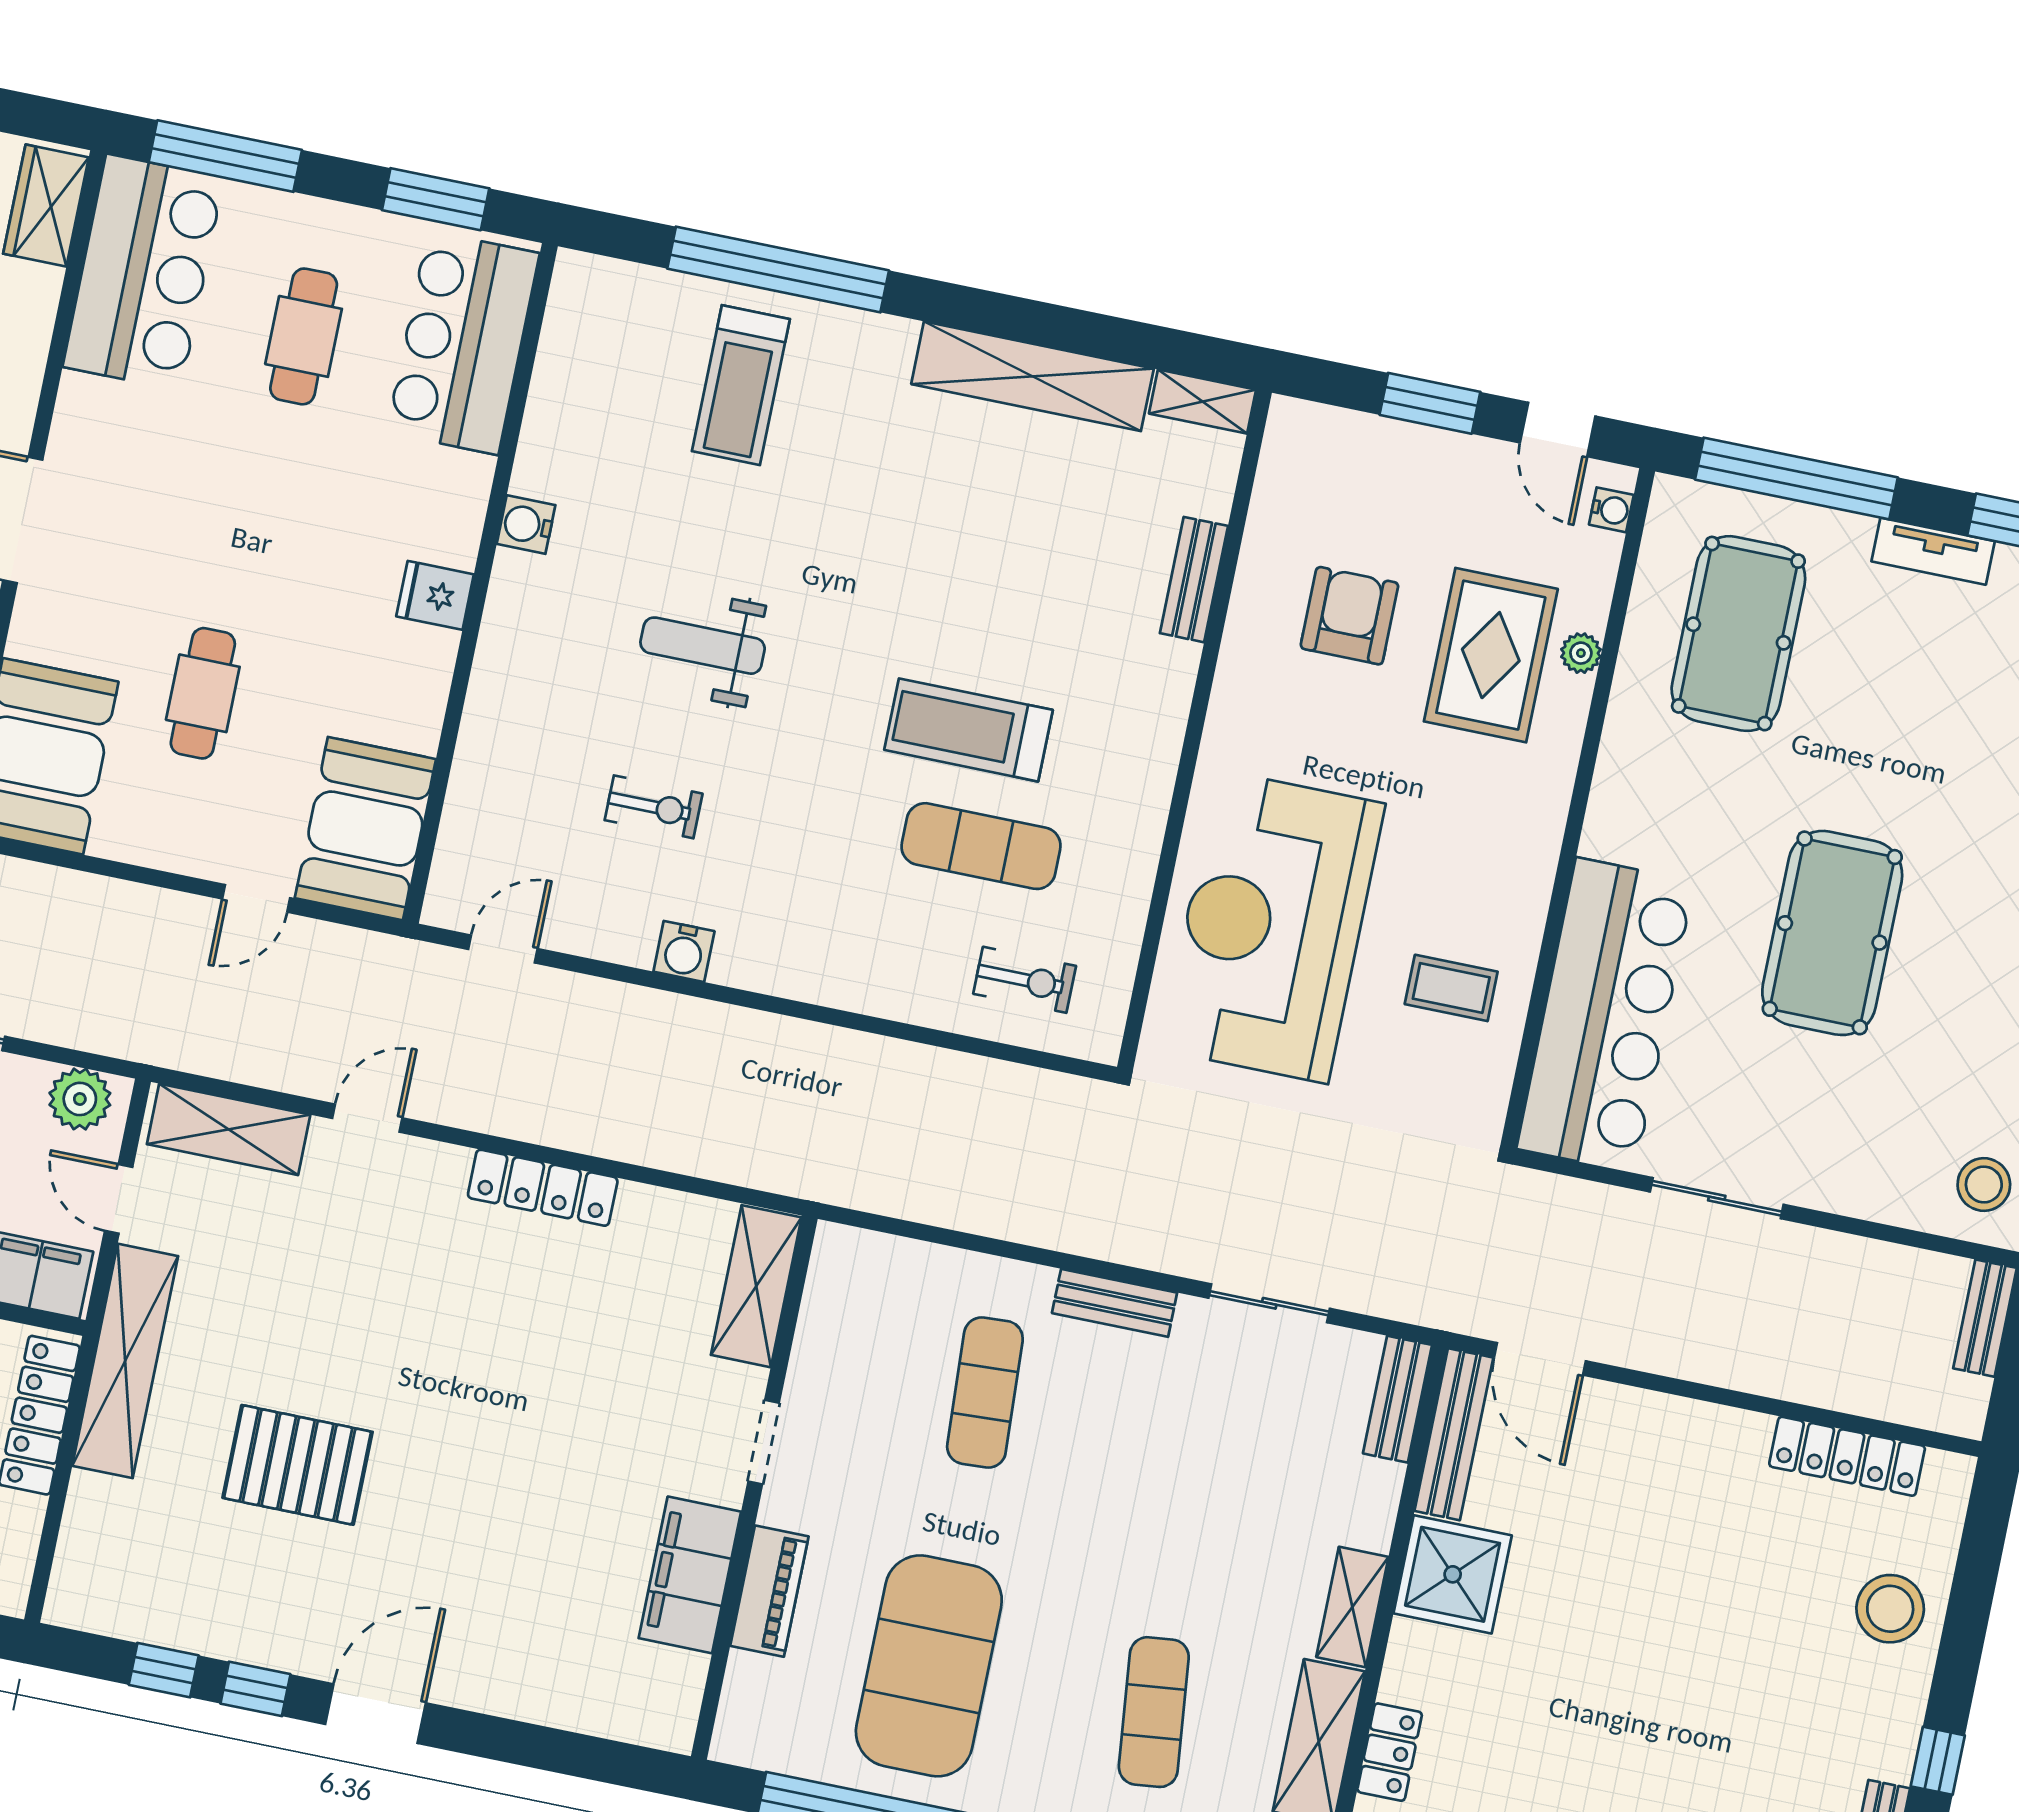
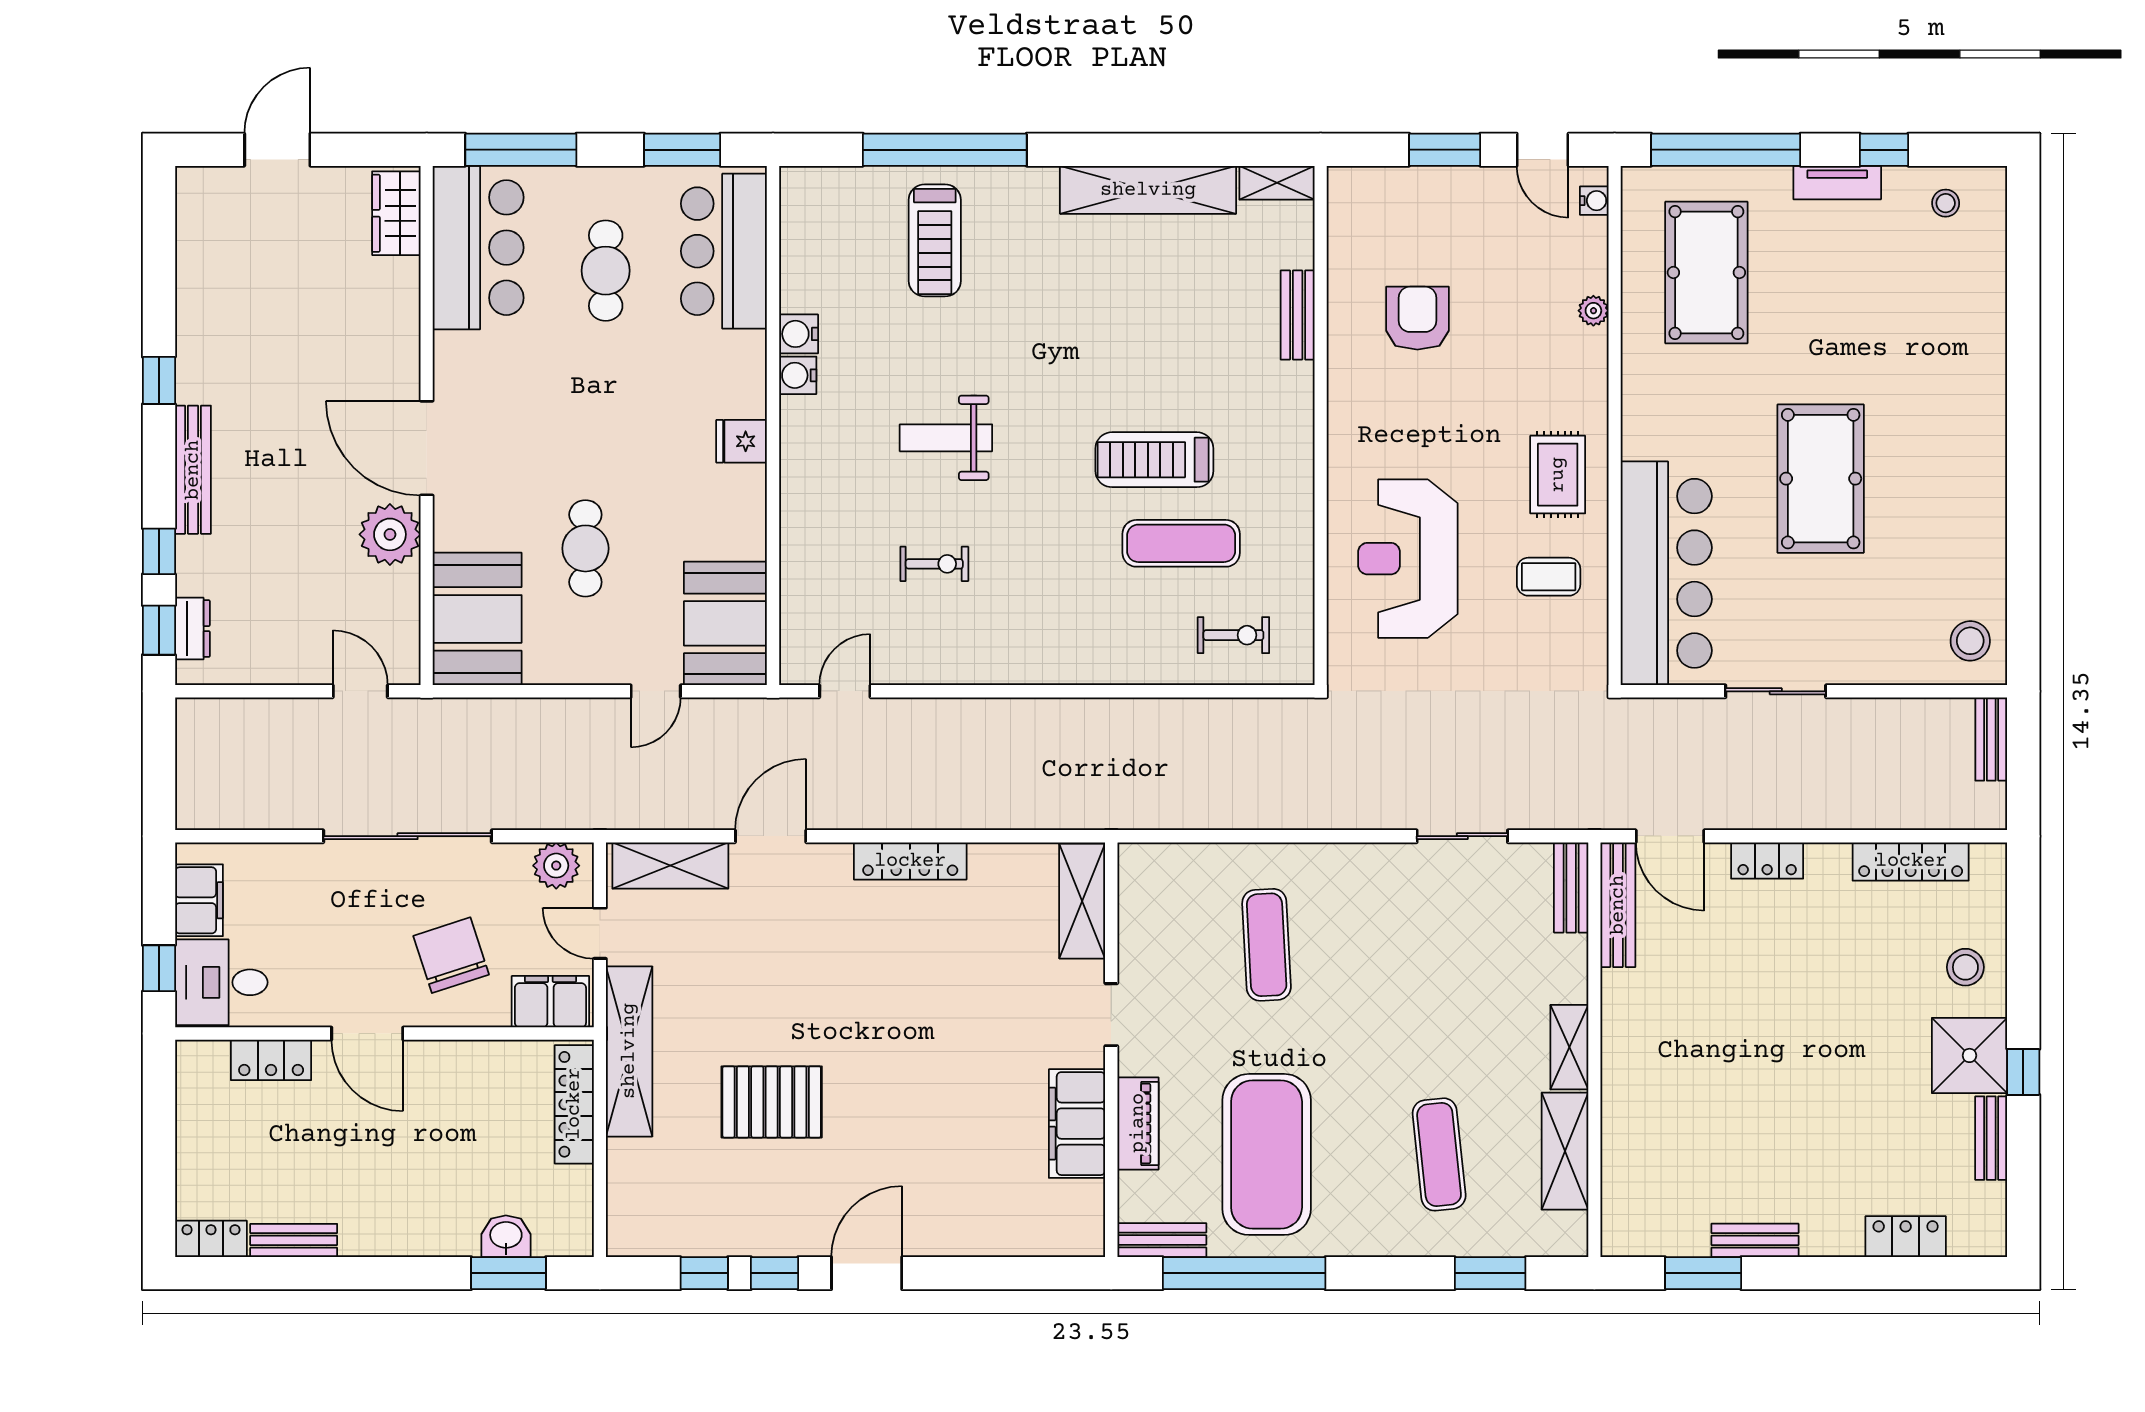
rug: (1491, 655) -> (1558, 475), moved, width x0.73, depth x0.70
reception desk: (1273, 927) -> (1408, 559), width x0.74, depth x0.77
water cooler: (684, 951) -> (799, 334), moved, turned 90
door: (367, 1118) -> (771, 836), width x1.38
bench: (1115, 1303) -> (1162, 1240), moved
shower: (1453, 1574) -> (1969, 1055), moved
stool: (1890, 1609) -> (1965, 967), width x0.73, depth x0.73
locker: (1390, 1752) -> (1767, 860), moved, turned 90

